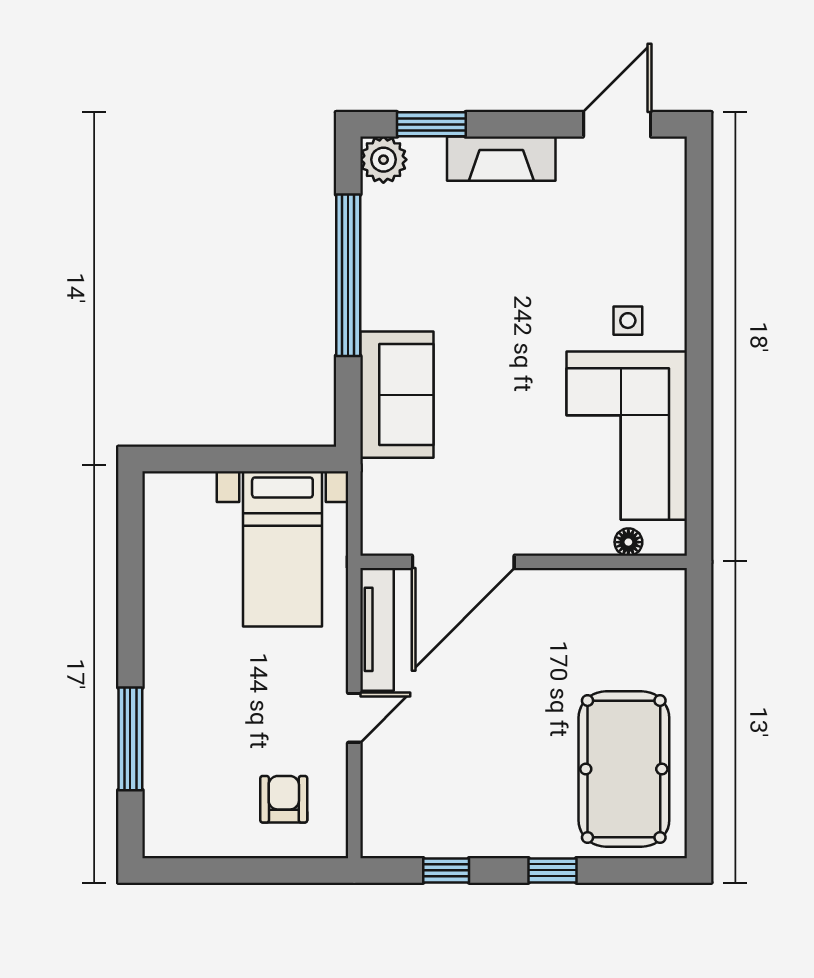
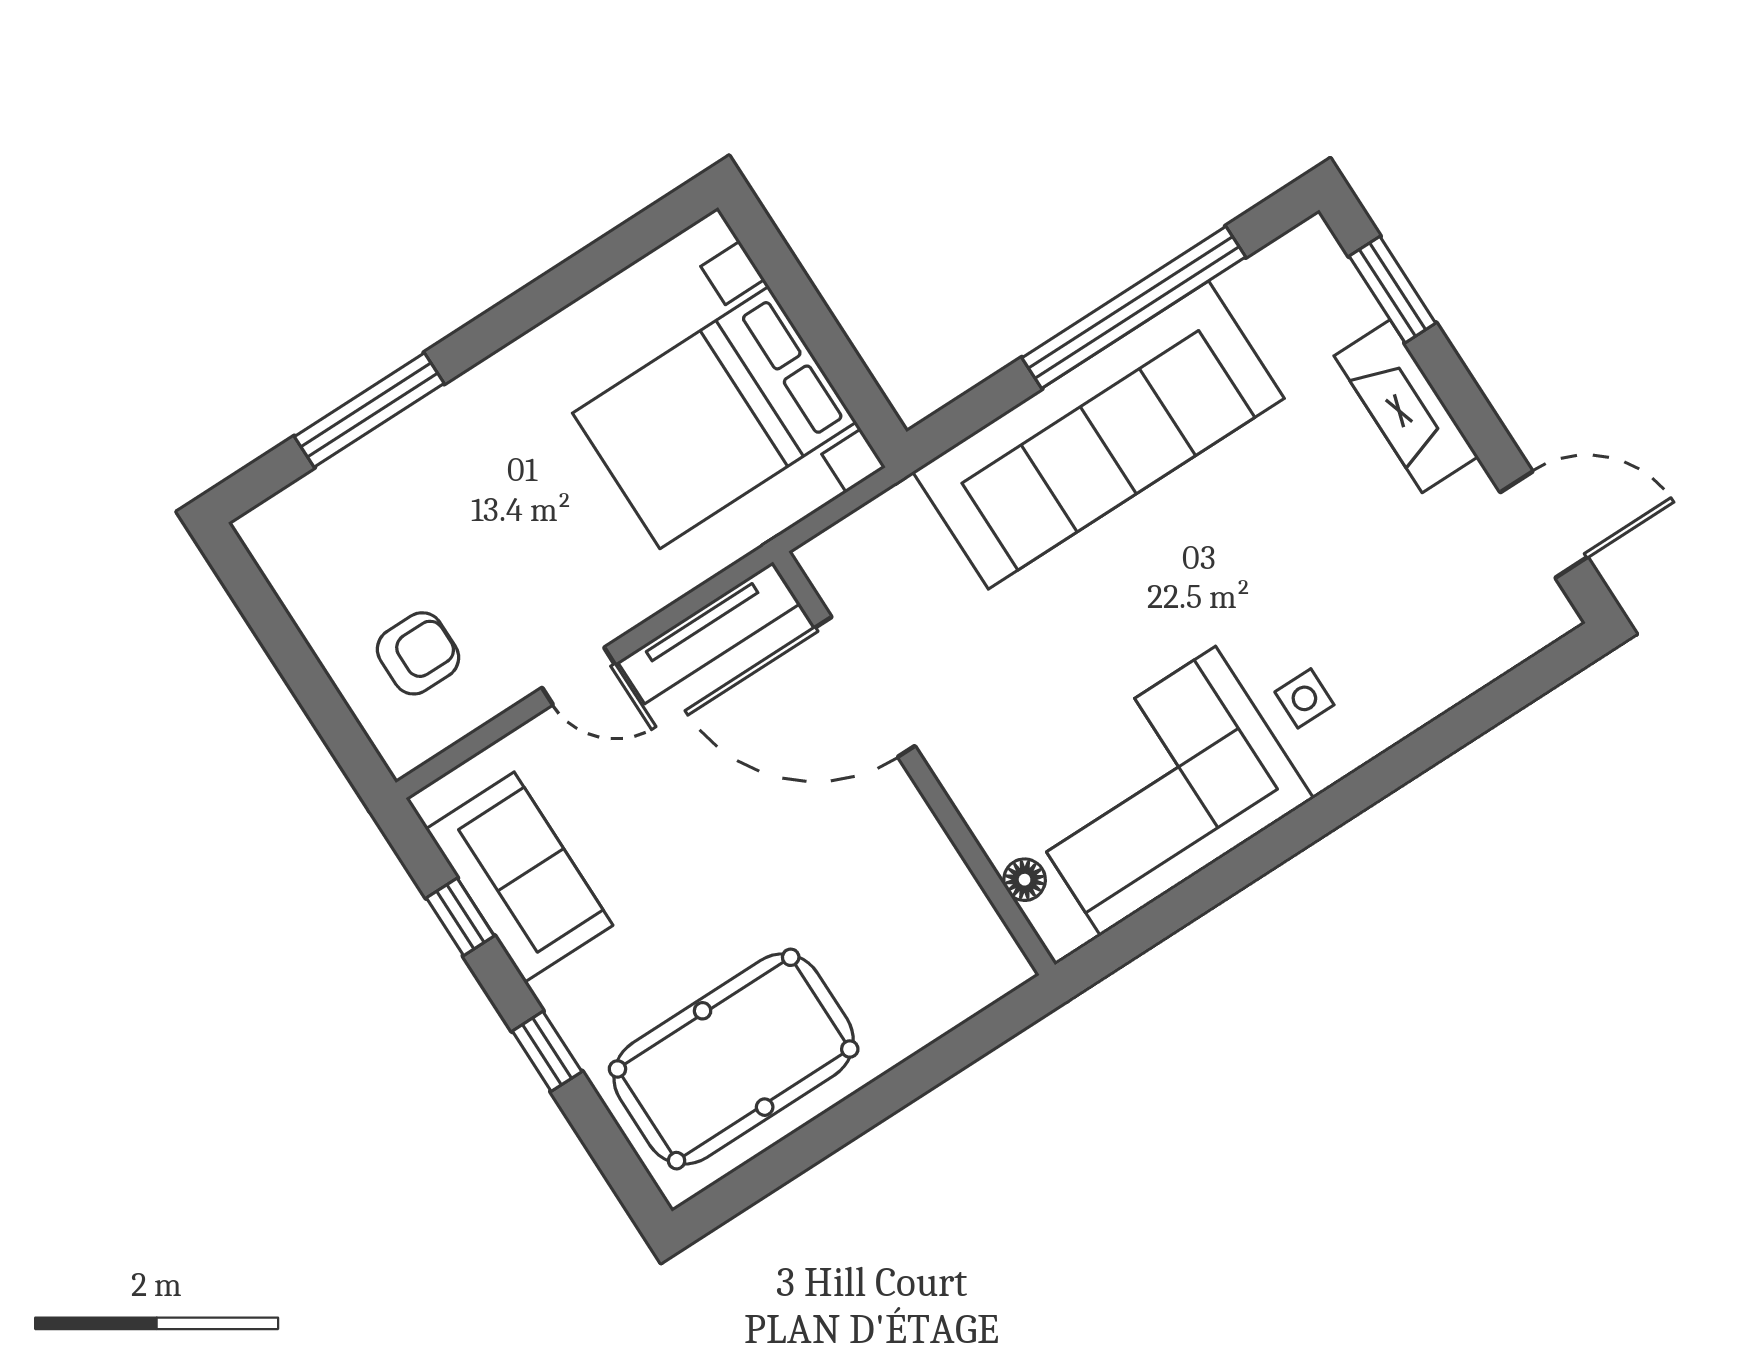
plant: (383, 160) -> (1309, 258), removed
sofa: (397, 395) -> (1098, 435), width x1.85, depth x1.27
bed with nightstands: (282, 549) -> (714, 418), width x1.36
sofa: (445, 823) -> (519, 877), added

